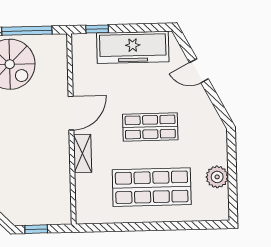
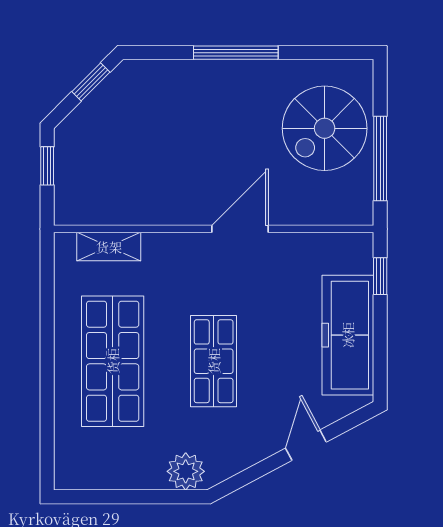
door: (71, 113) -> (240, 229), swing flipped
shelving: (82, 153) -> (109, 247), moved
plant: (217, 177) -> (186, 471), moved

